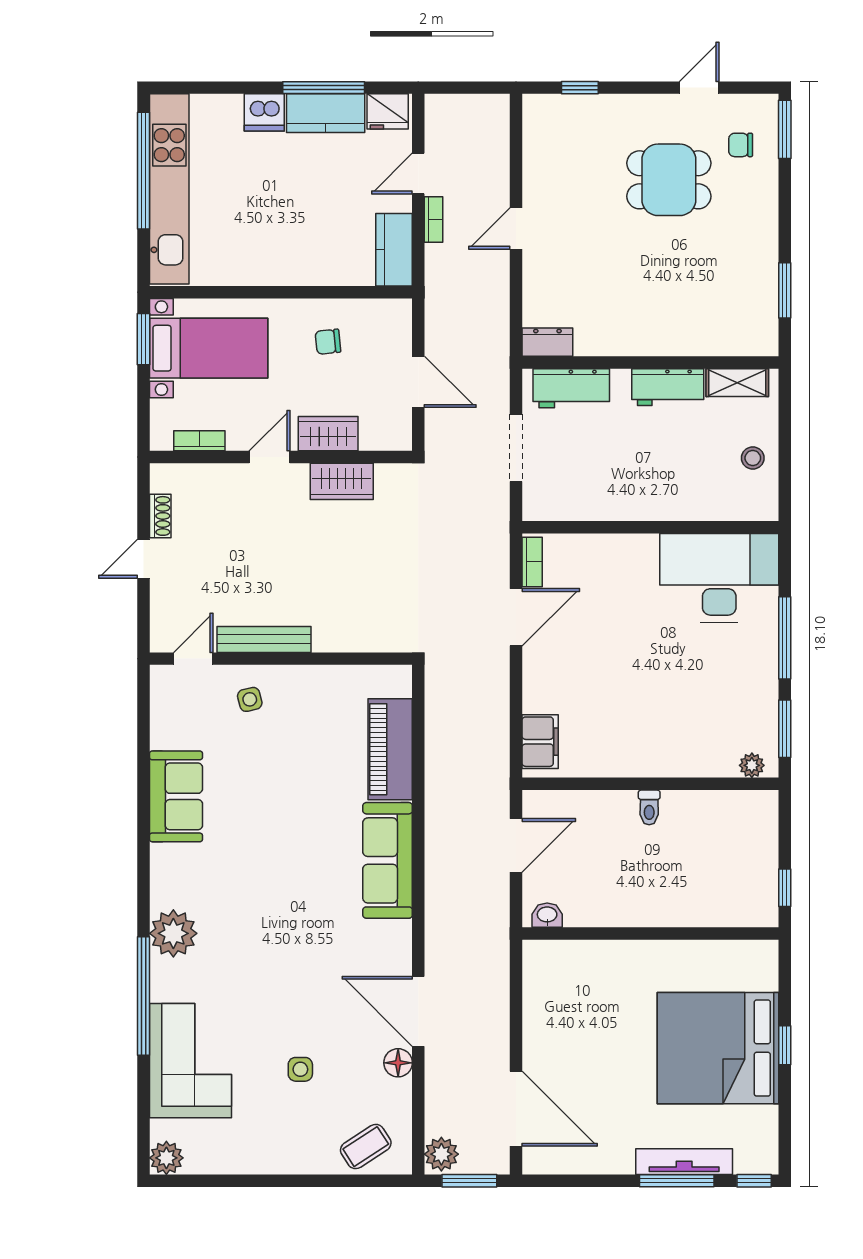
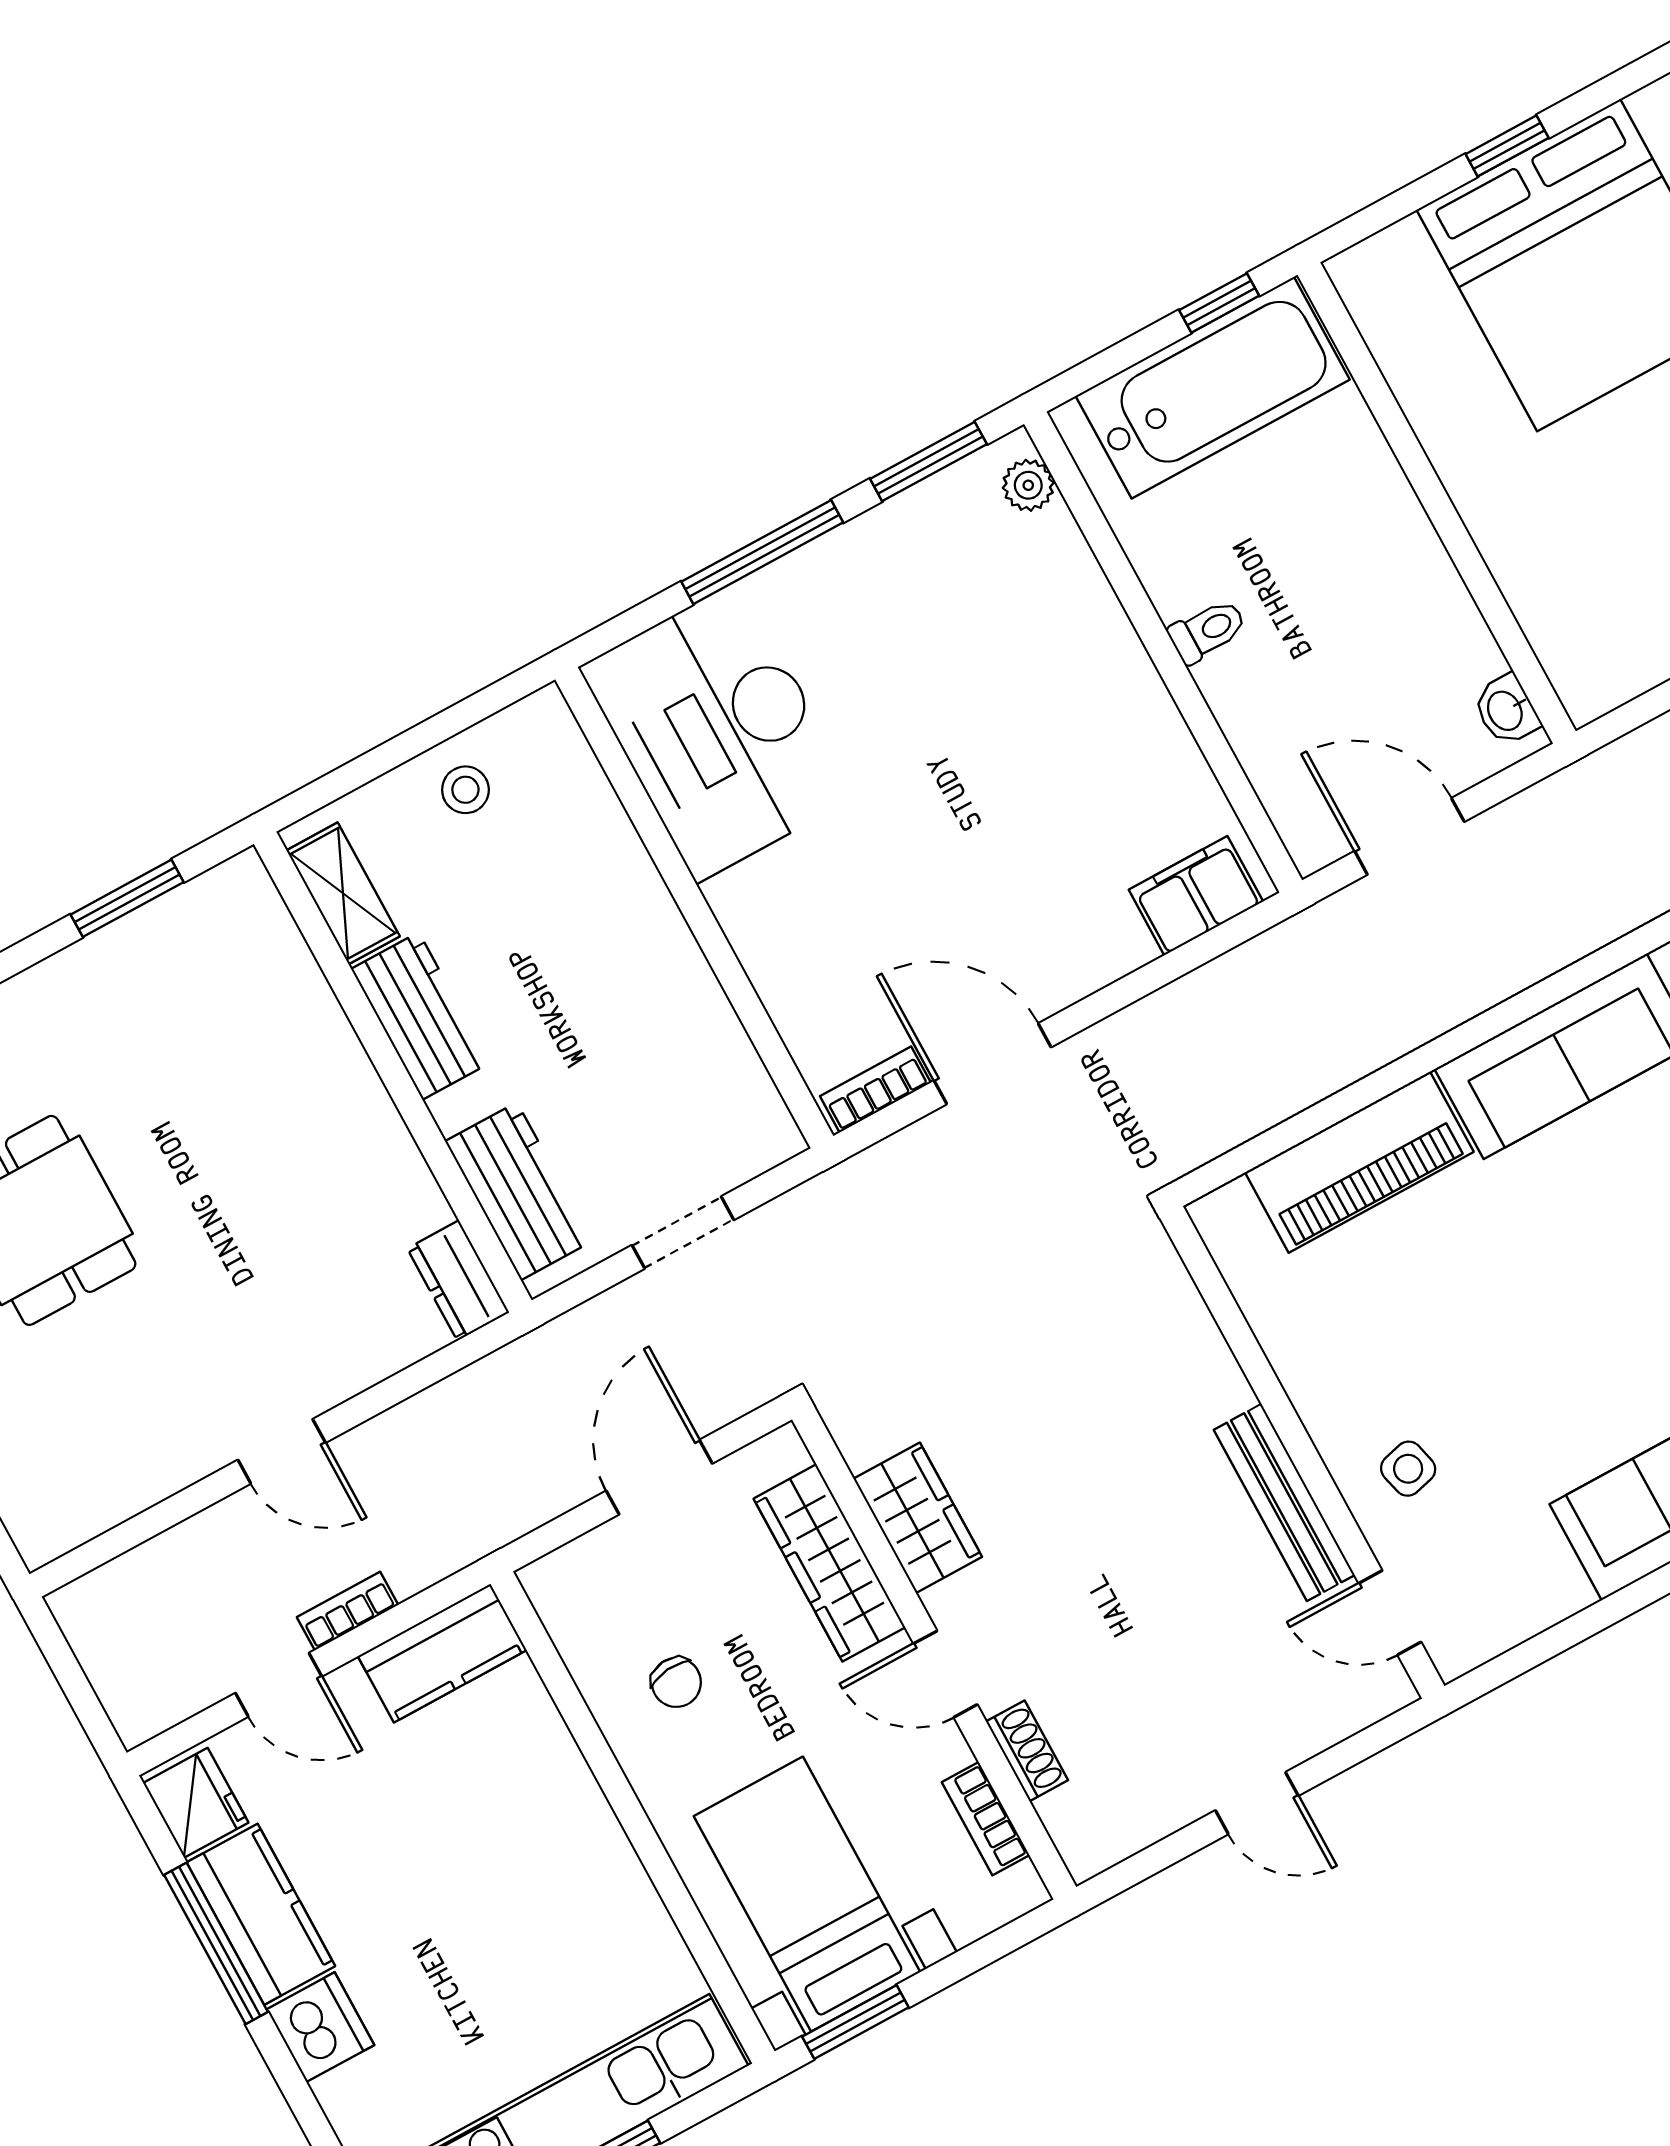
wardrobe: (328, 434) -> (829, 1563), width x1.50
doorway: (516, 448) -> (683, 1233), width x0.73
shoe rack: (160, 516) -> (1027, 1751), moved, turned 90
bathtub: (751, 866) -> (1213, 388), added

